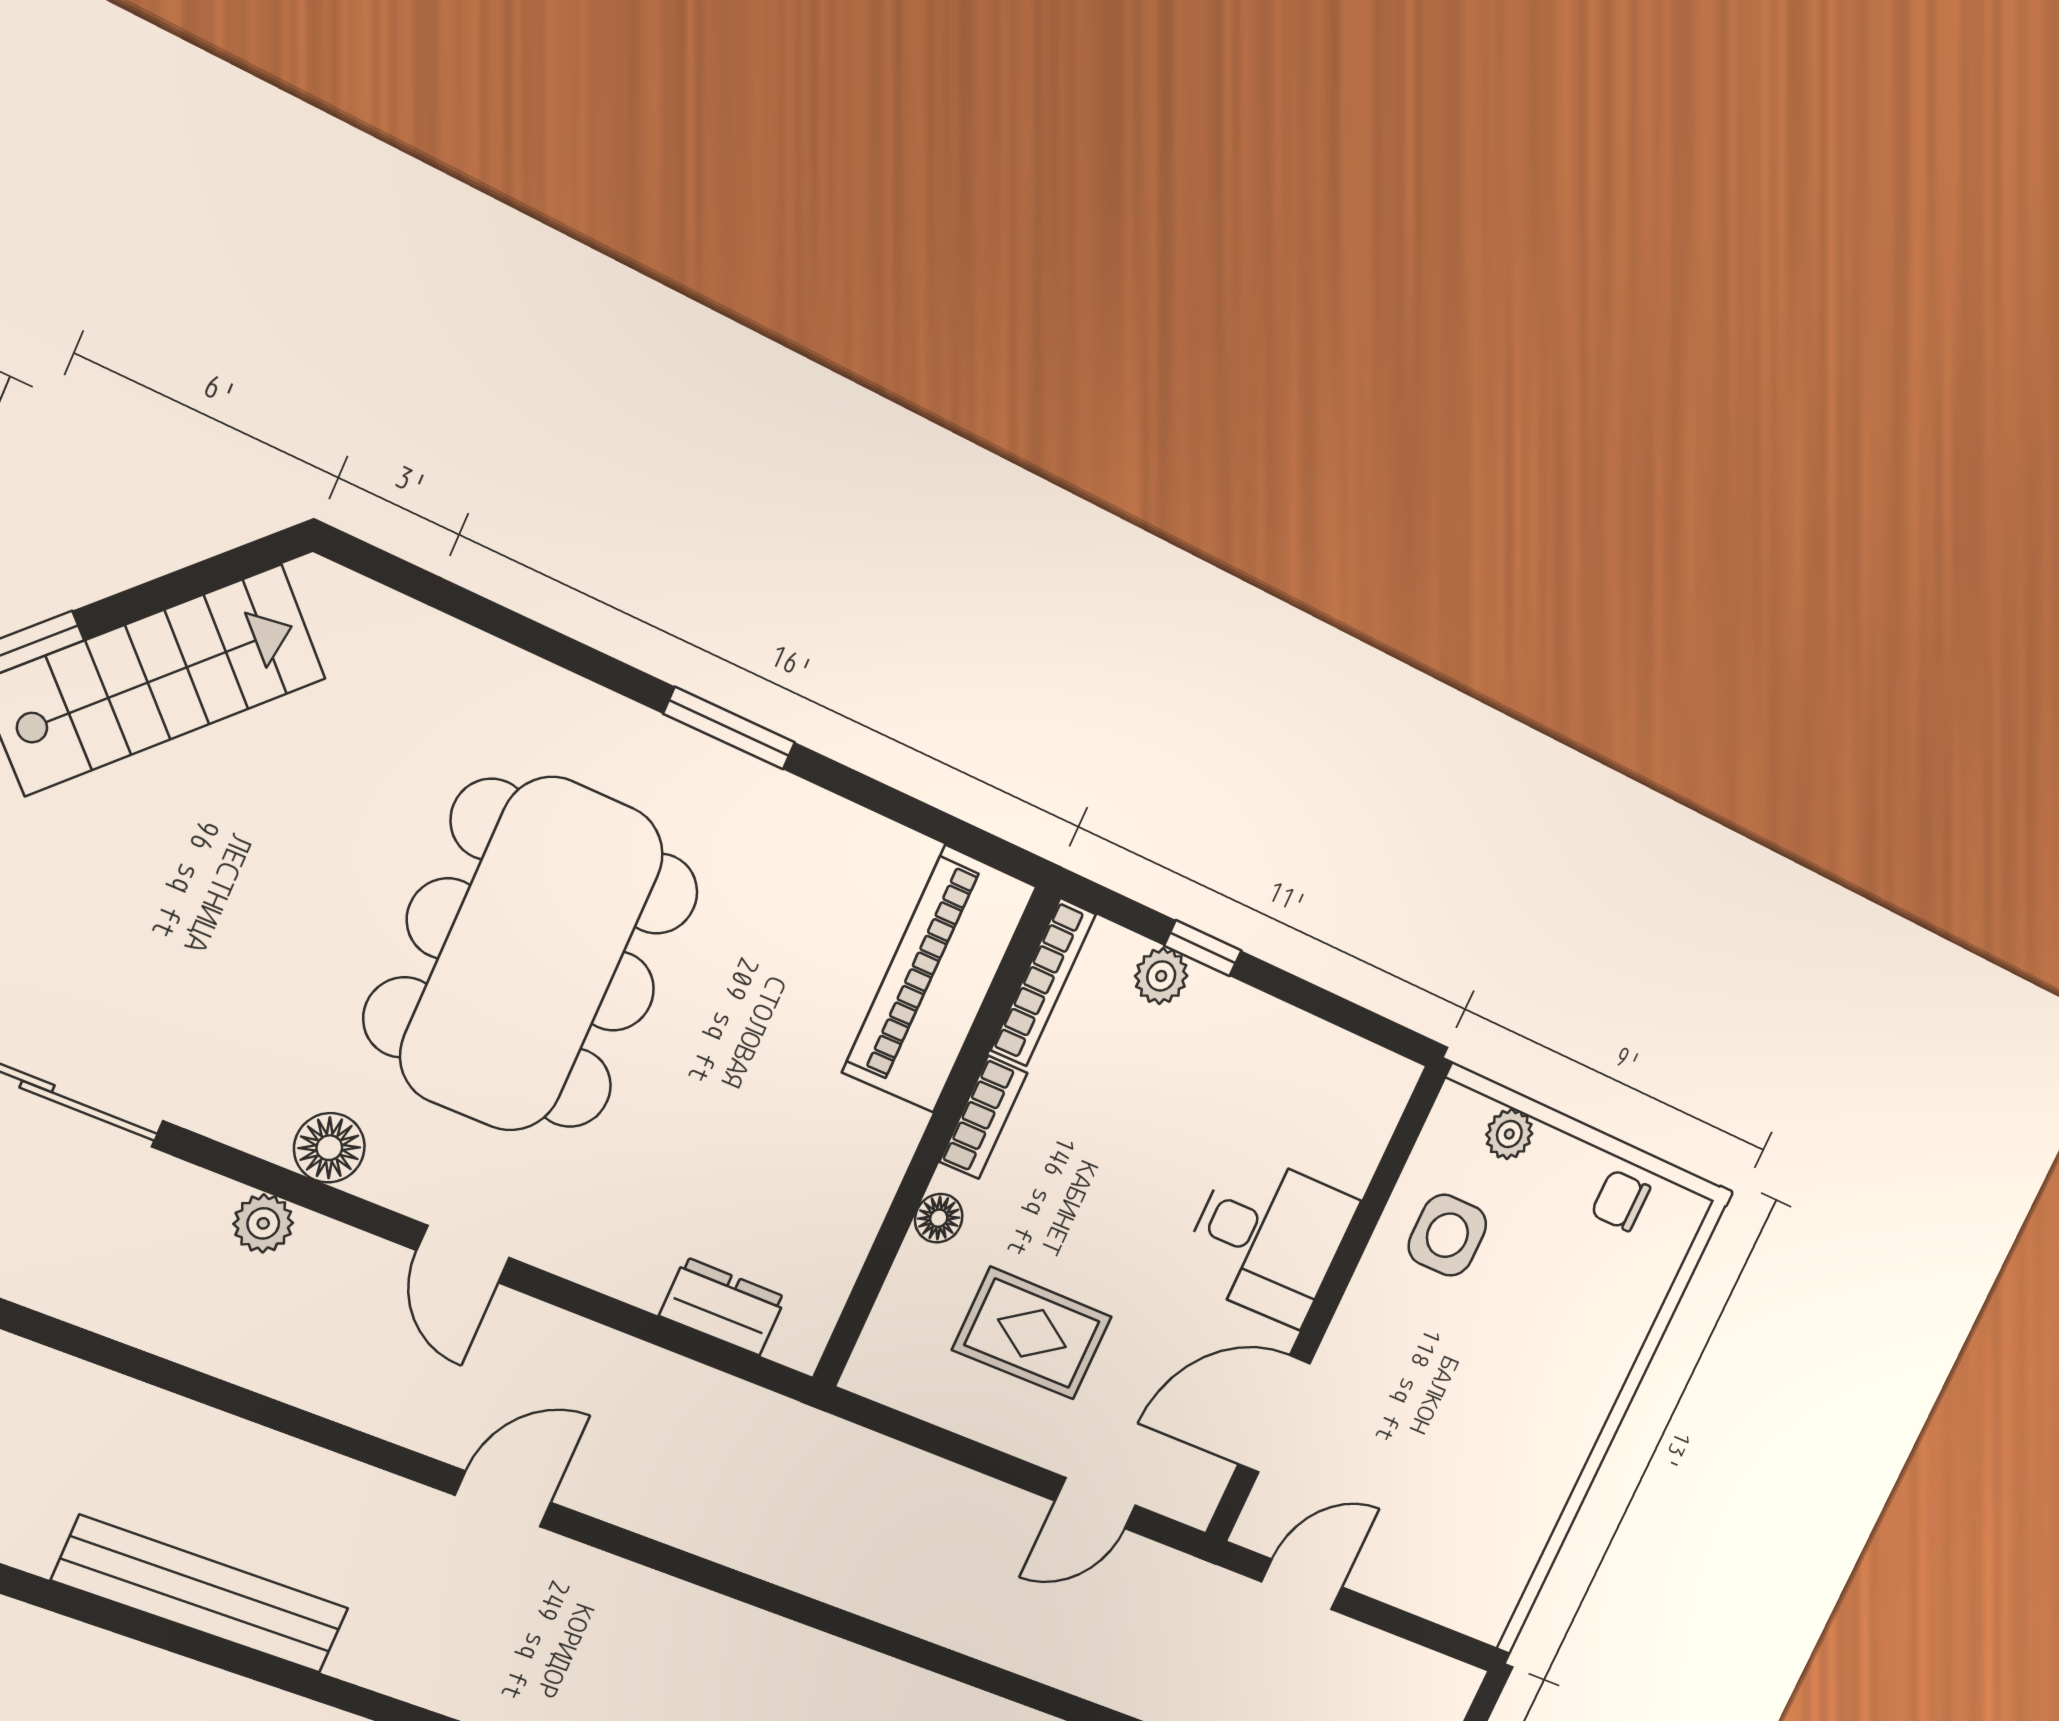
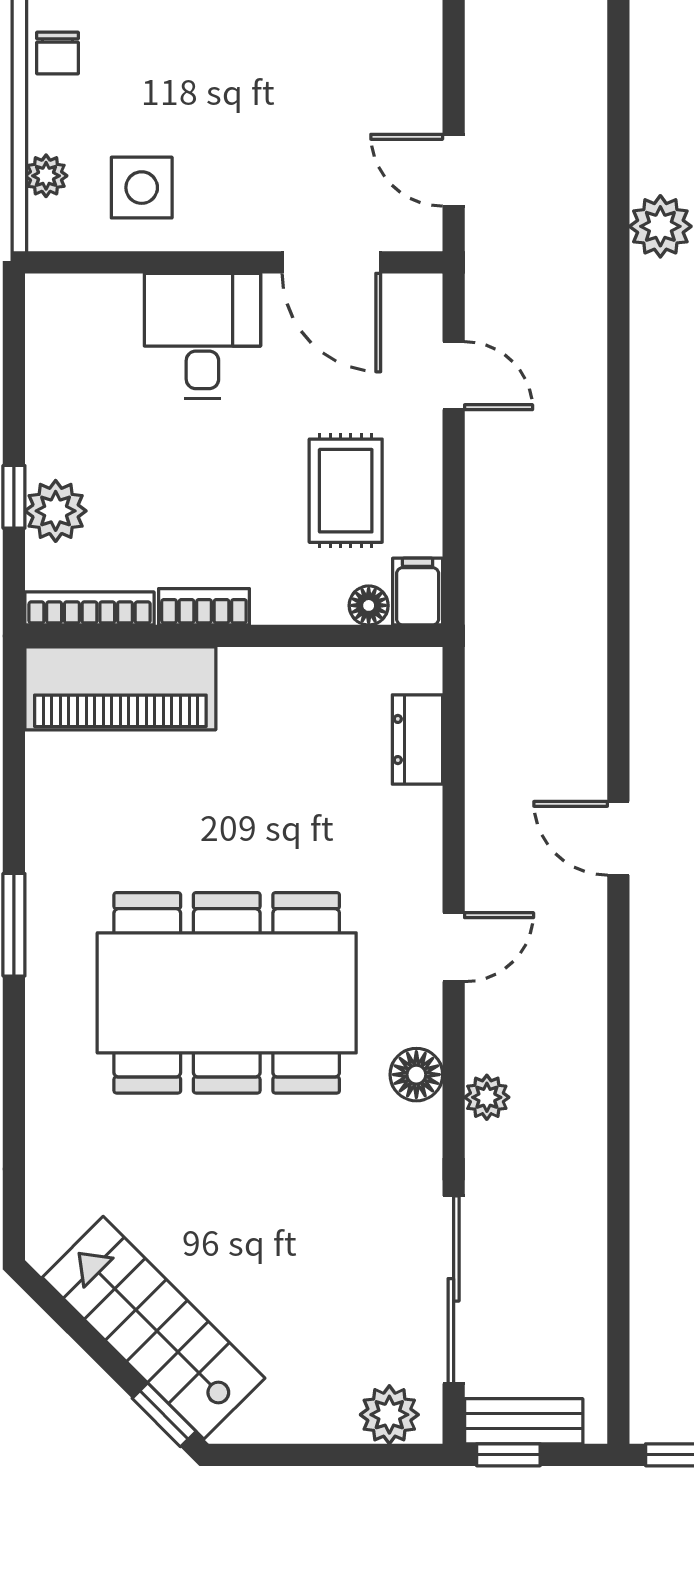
plant: (1161, 976) -> (56, 511), width x1.38, depth x1.38
floor lamp: (939, 1218) -> (369, 605), moved
filing cabinet: (886, 1372) -> (418, 592), added

